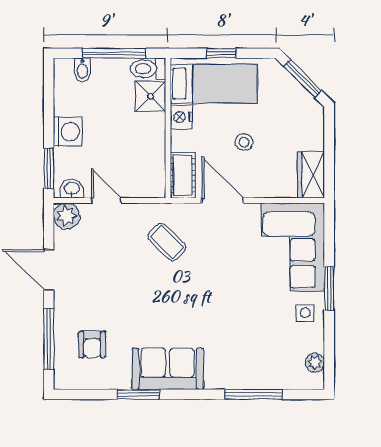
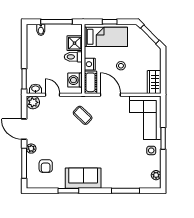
toilet: (148, 69) -> (73, 57), moved
nightstand: (181, 117) -> (90, 64), moved
washing machine: (68, 132) -> (75, 80), moved, turned 180
plant: (63, 309) -> (31, 149), added

